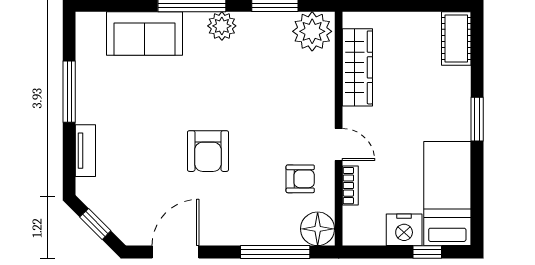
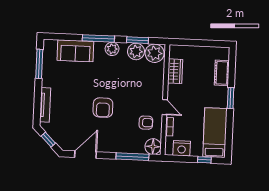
plant: (273, 29) -> (136, 51), added
cot: (456, 38) -> (222, 73), moved
wardrobe: (357, 67) -> (175, 71), width x0.67
window: (69, 92) -> (39, 64), moved
tv unit: (85, 151) -> (45, 105), width x1.41
nightstand: (404, 230) -> (182, 148), moved

